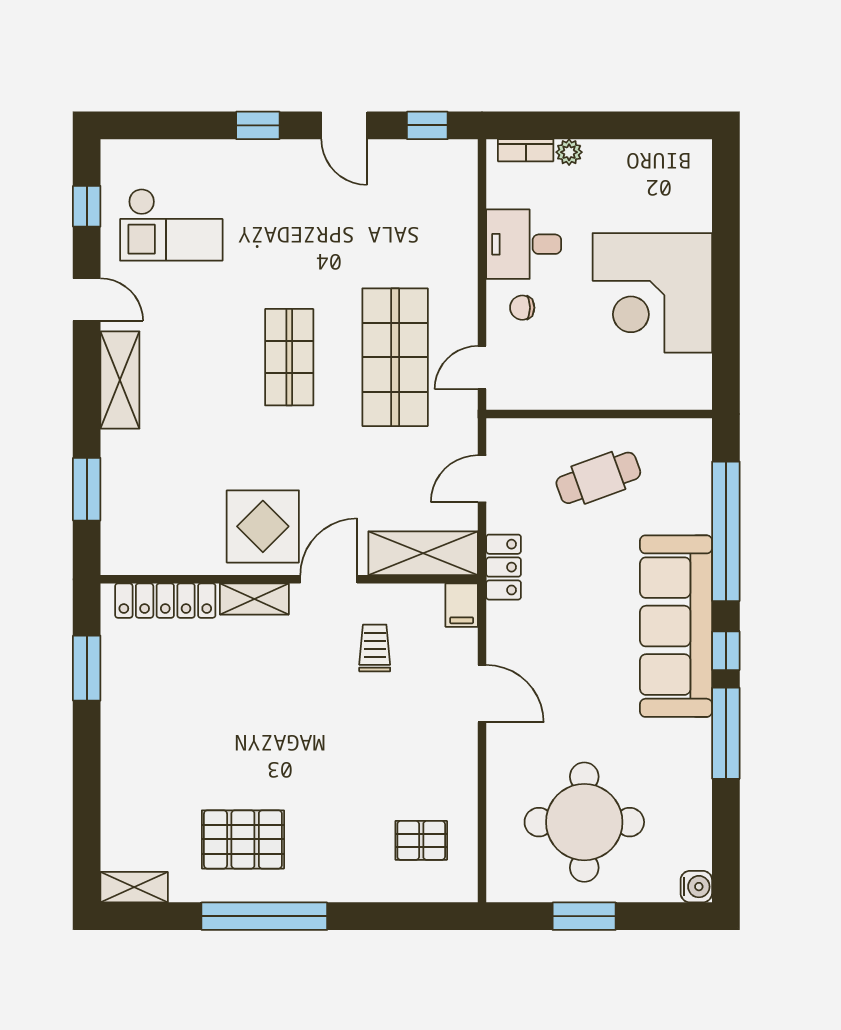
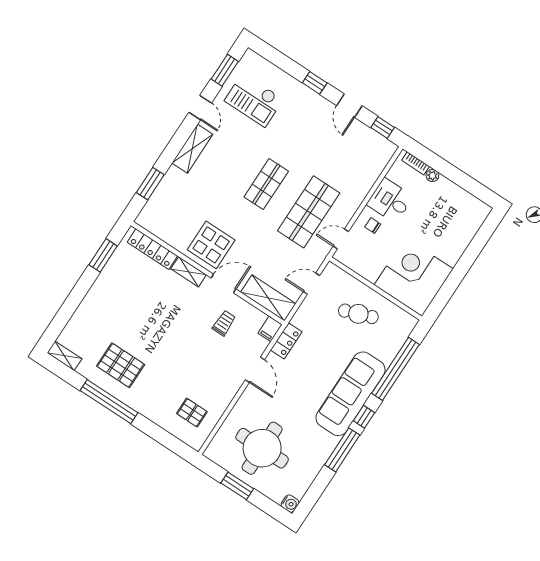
window: (87, 206) -> (225, 70), width x1.50
corner desk: (652, 293) -> (414, 277), moved, turned 90
locker: (504, 567) -> (286, 341), moved

